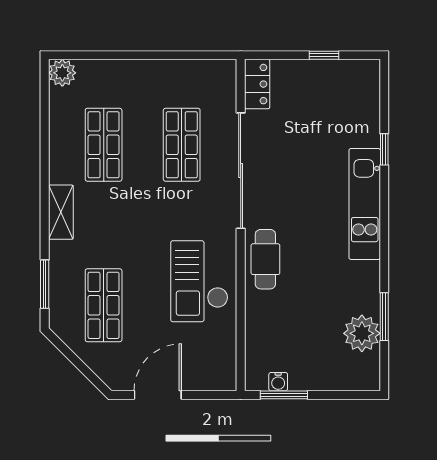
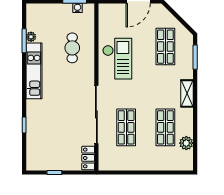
plant: (62, 73) -> (186, 143), moved
kitchen unit: (365, 204) -> (34, 71), moved
cafe table: (265, 259) -> (72, 48), moved
plant: (362, 333) -> (31, 37), width x0.53, depth x0.53

